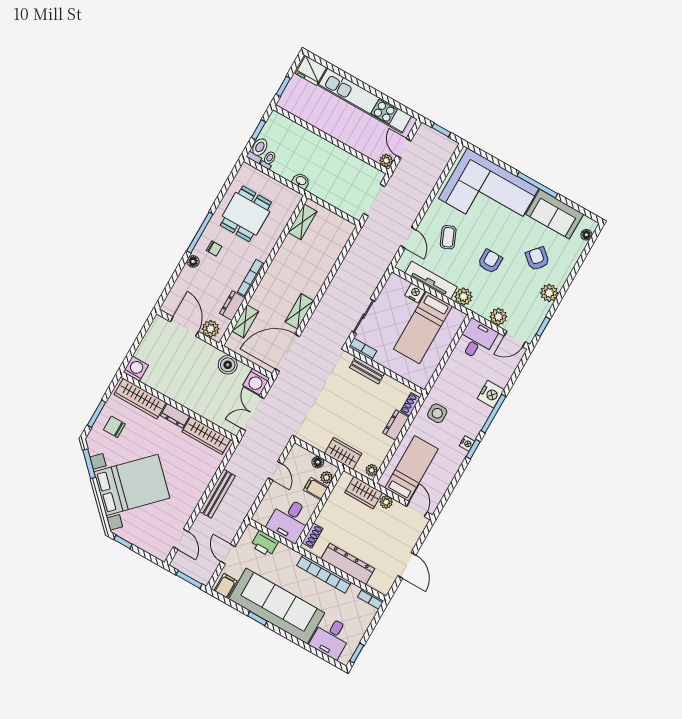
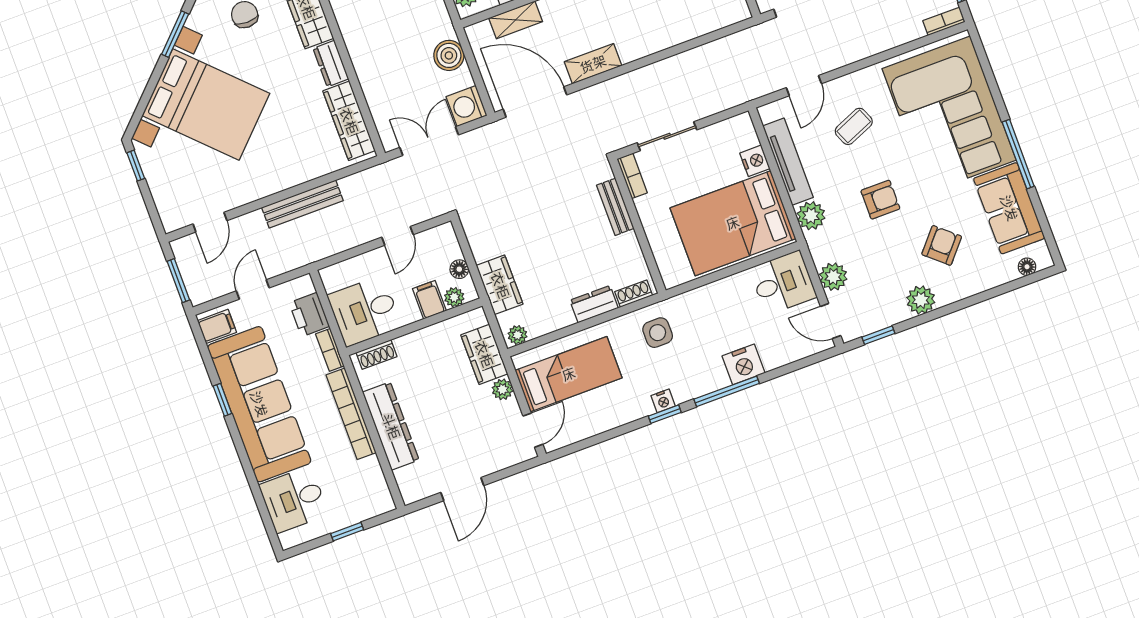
bookcase: (449, 151) -> (944, 21), added
bed: (423, 328) -> (733, 223), width x1.50
bookcase: (371, 599) -> (330, 350), moved
window: (357, 653) -> (347, 532), moved

